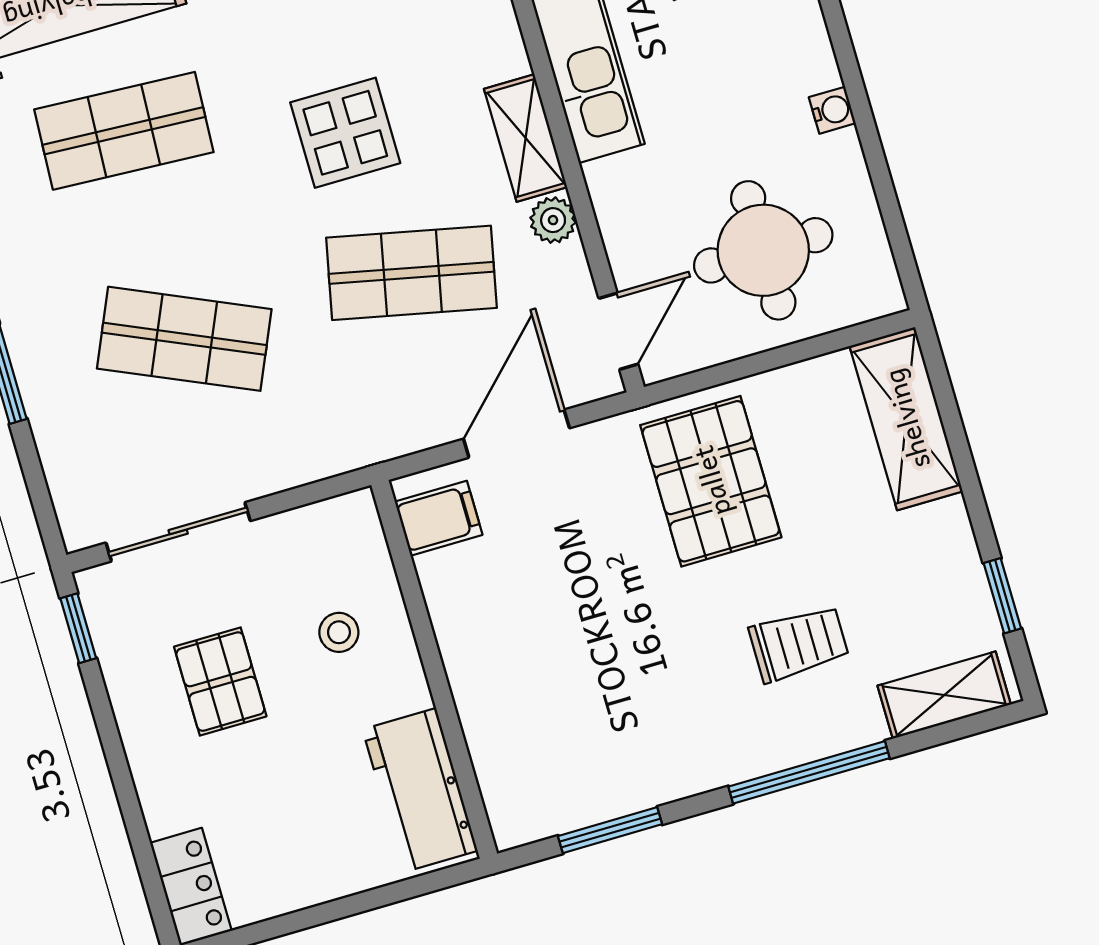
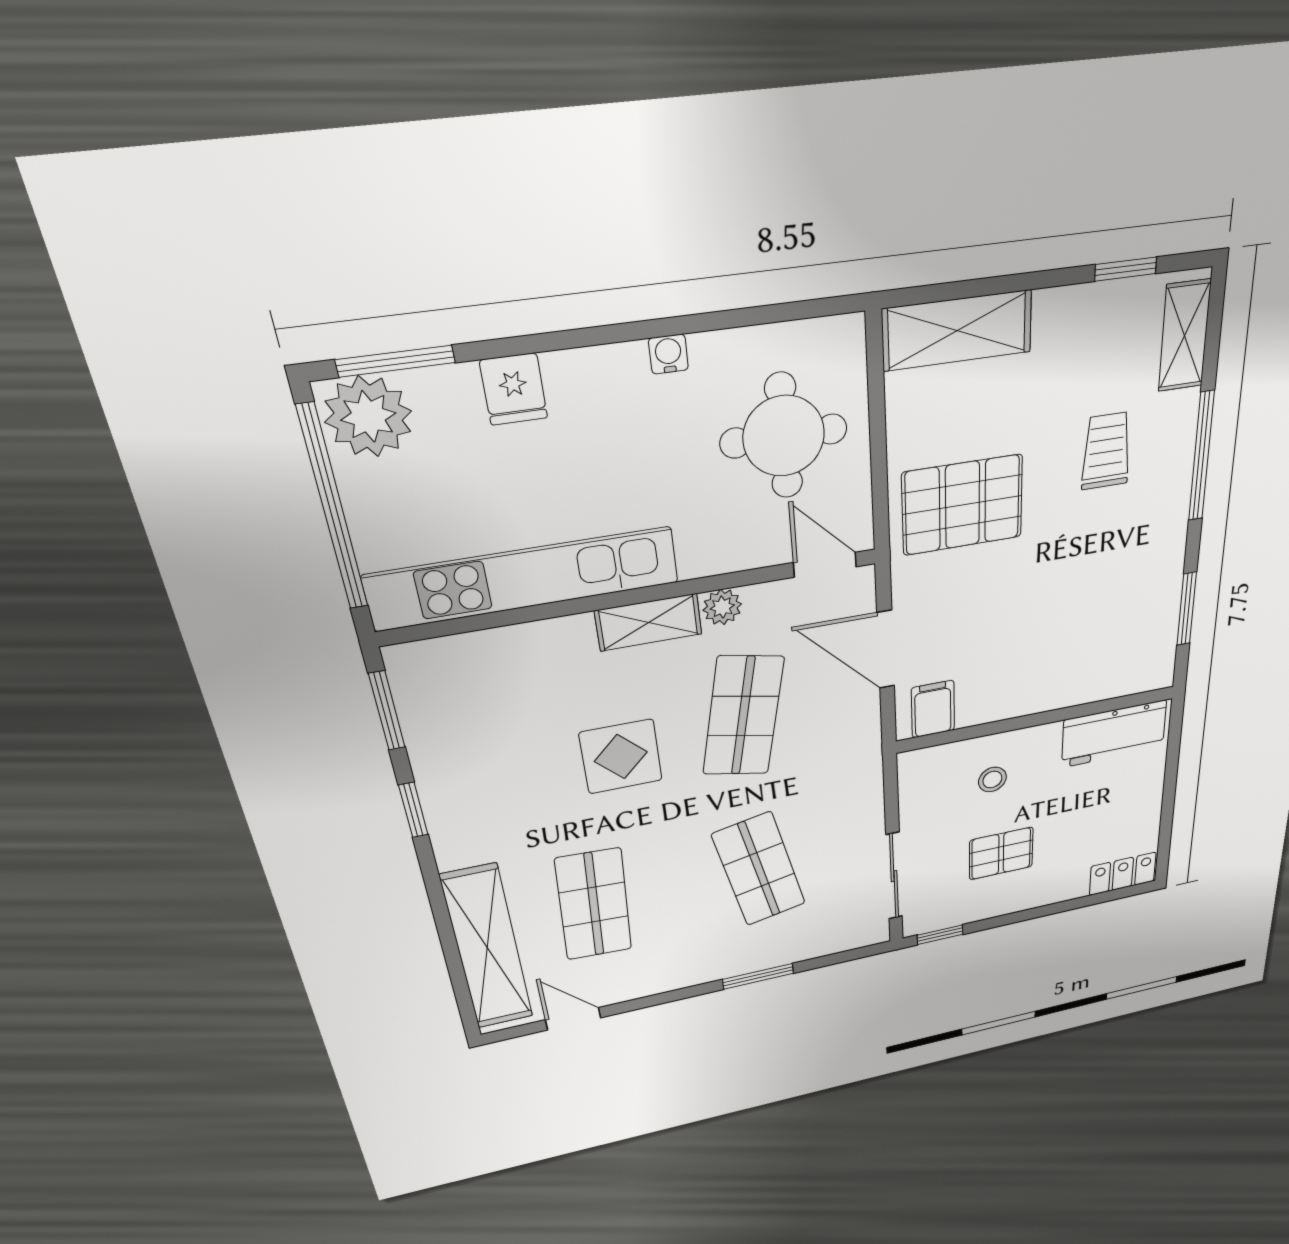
shop shelf: (184, 339) -> (759, 869), turned -36

